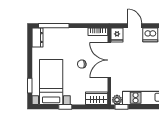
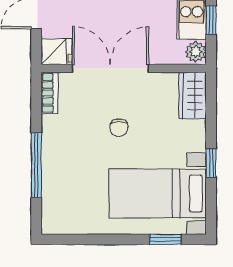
window: (54, 26) -> (36, 165), moved
dresser: (37, 38) -> (62, 223), removed
double door: (109, 60) -> (110, 68), swing flipped
window: (122, 107) -> (211, 20), moved

